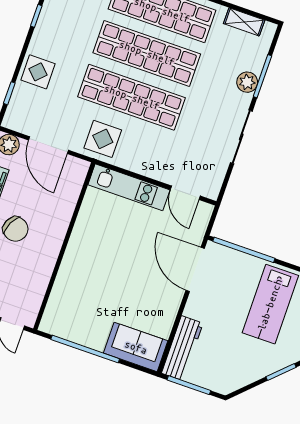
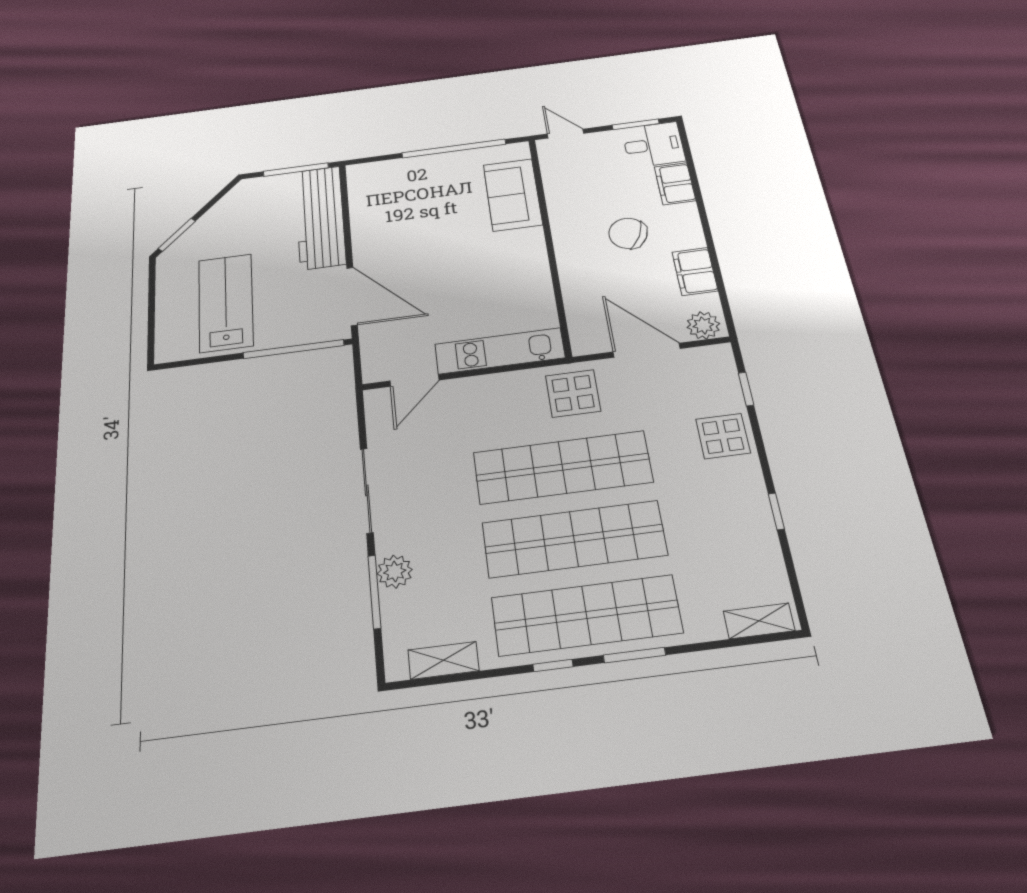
door: (185, 193) -> (414, 381), swing flipped
sofa: (136, 347) -> (513, 195), moved, turned 90
workbench: (182, 348) -> (320, 217), width x1.36, depth x1.32

